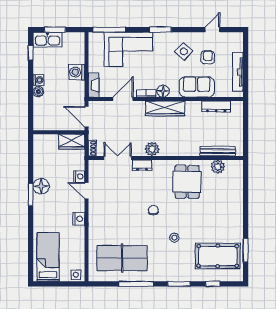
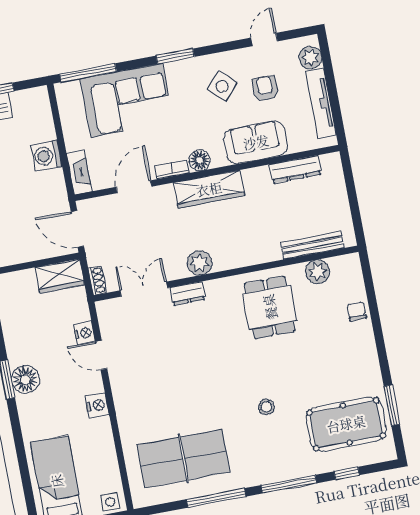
plant: (237, 45) -> (310, 58), added
floor lamp: (41, 186) -> (25, 380), moved
chair: (153, 210) -> (357, 311), moved
window: (179, 284) -> (289, 484), width x1.44

